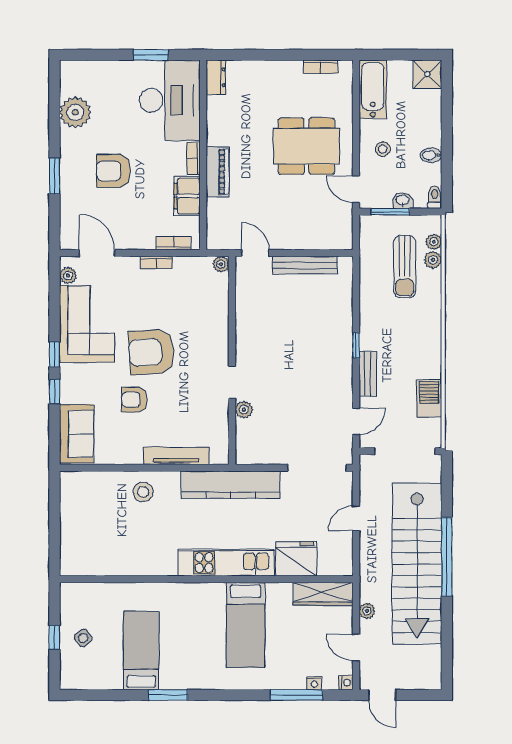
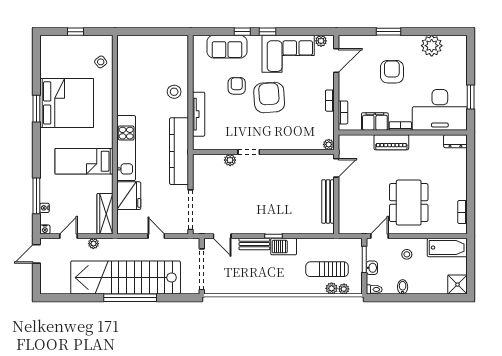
barbecue: (429, 398) -> (284, 247), moved, turned 180
sofa: (77, 434) -> (227, 47), moved
side table: (83, 638) -> (101, 62), moved
bed: (141, 650) -> (67, 103), width x2.04

